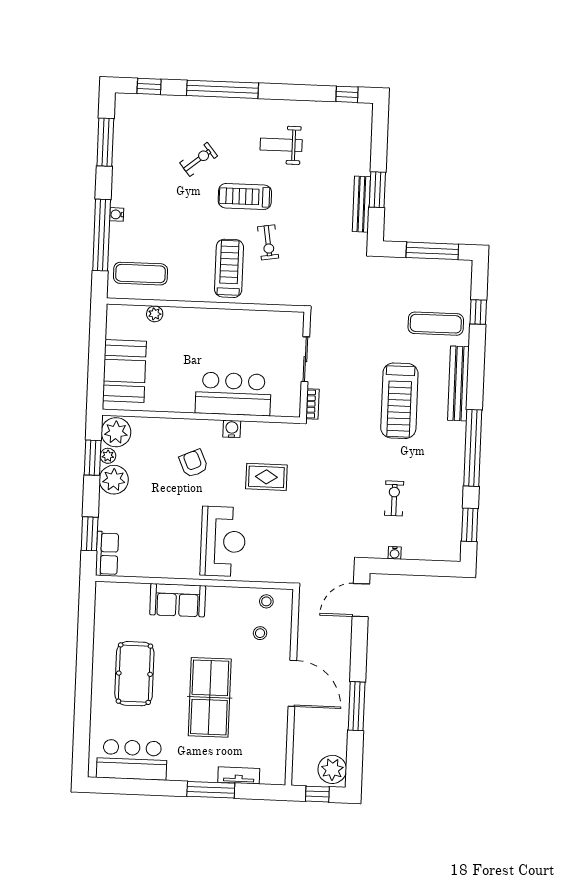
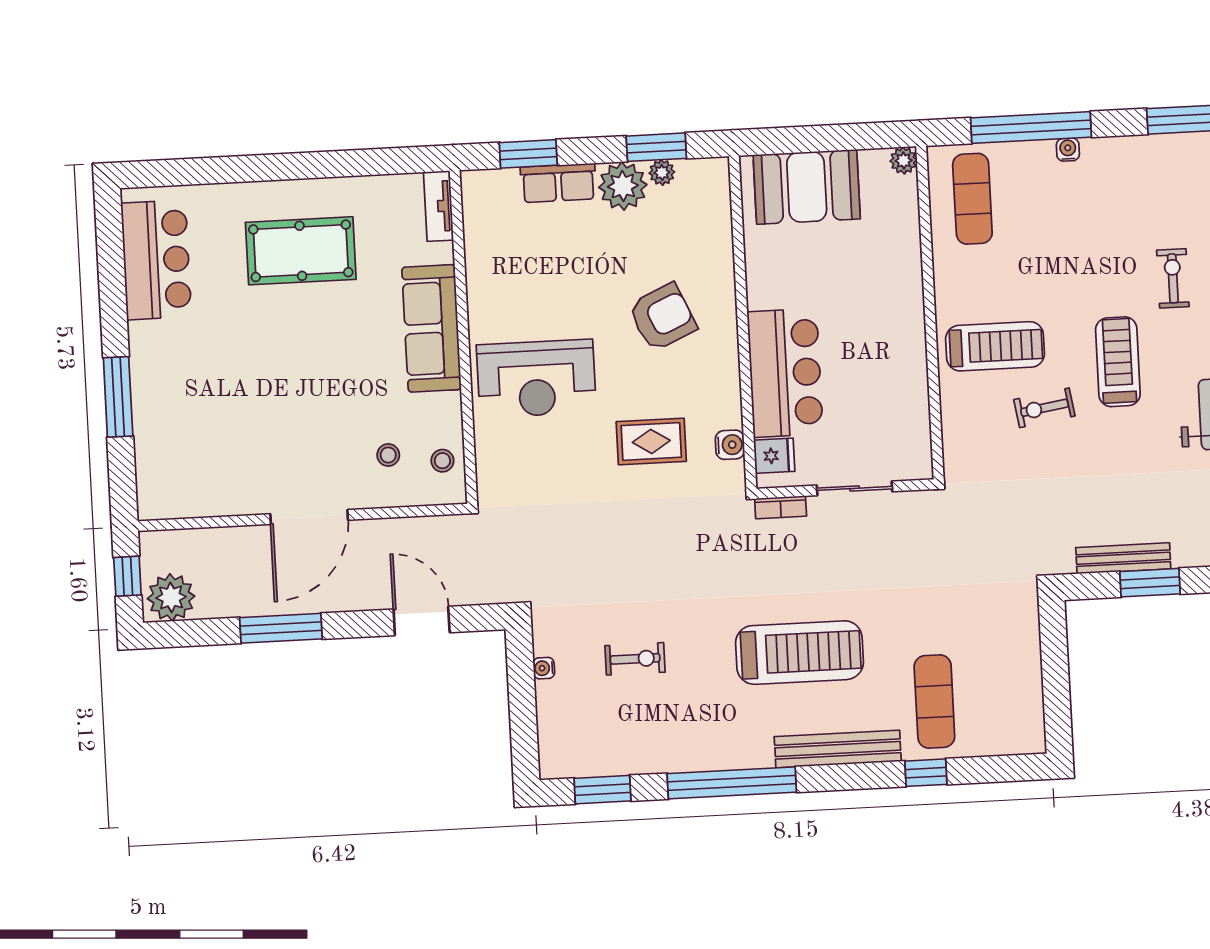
exercise bike: (199, 159) -> (1173, 278), turned -141
window: (432, 251) -> (1056, 684), removed
window: (478, 312) -> (926, 773), moved
plant: (155, 314) -> (904, 161), moved
treadmill: (399, 401) -> (799, 653), turned 180
fridge: (282, 405) -> (774, 456), added
water cooler: (232, 429) -> (730, 445), moved
plant: (116, 432) -> (703, 182), removed
armchair: (194, 463) -> (662, 317), width x1.38, depth x1.38
rug: (266, 477) -> (651, 441), turned 90
row of seats: (107, 554) -> (558, 183), moved
sofa: (178, 600) -> (432, 328), width x1.36
door: (361, 600) -> (422, 621), moved
table tennis table: (210, 697) -> (273, 381), removed
tv unit: (239, 775) -> (438, 206), moved, turned 180

